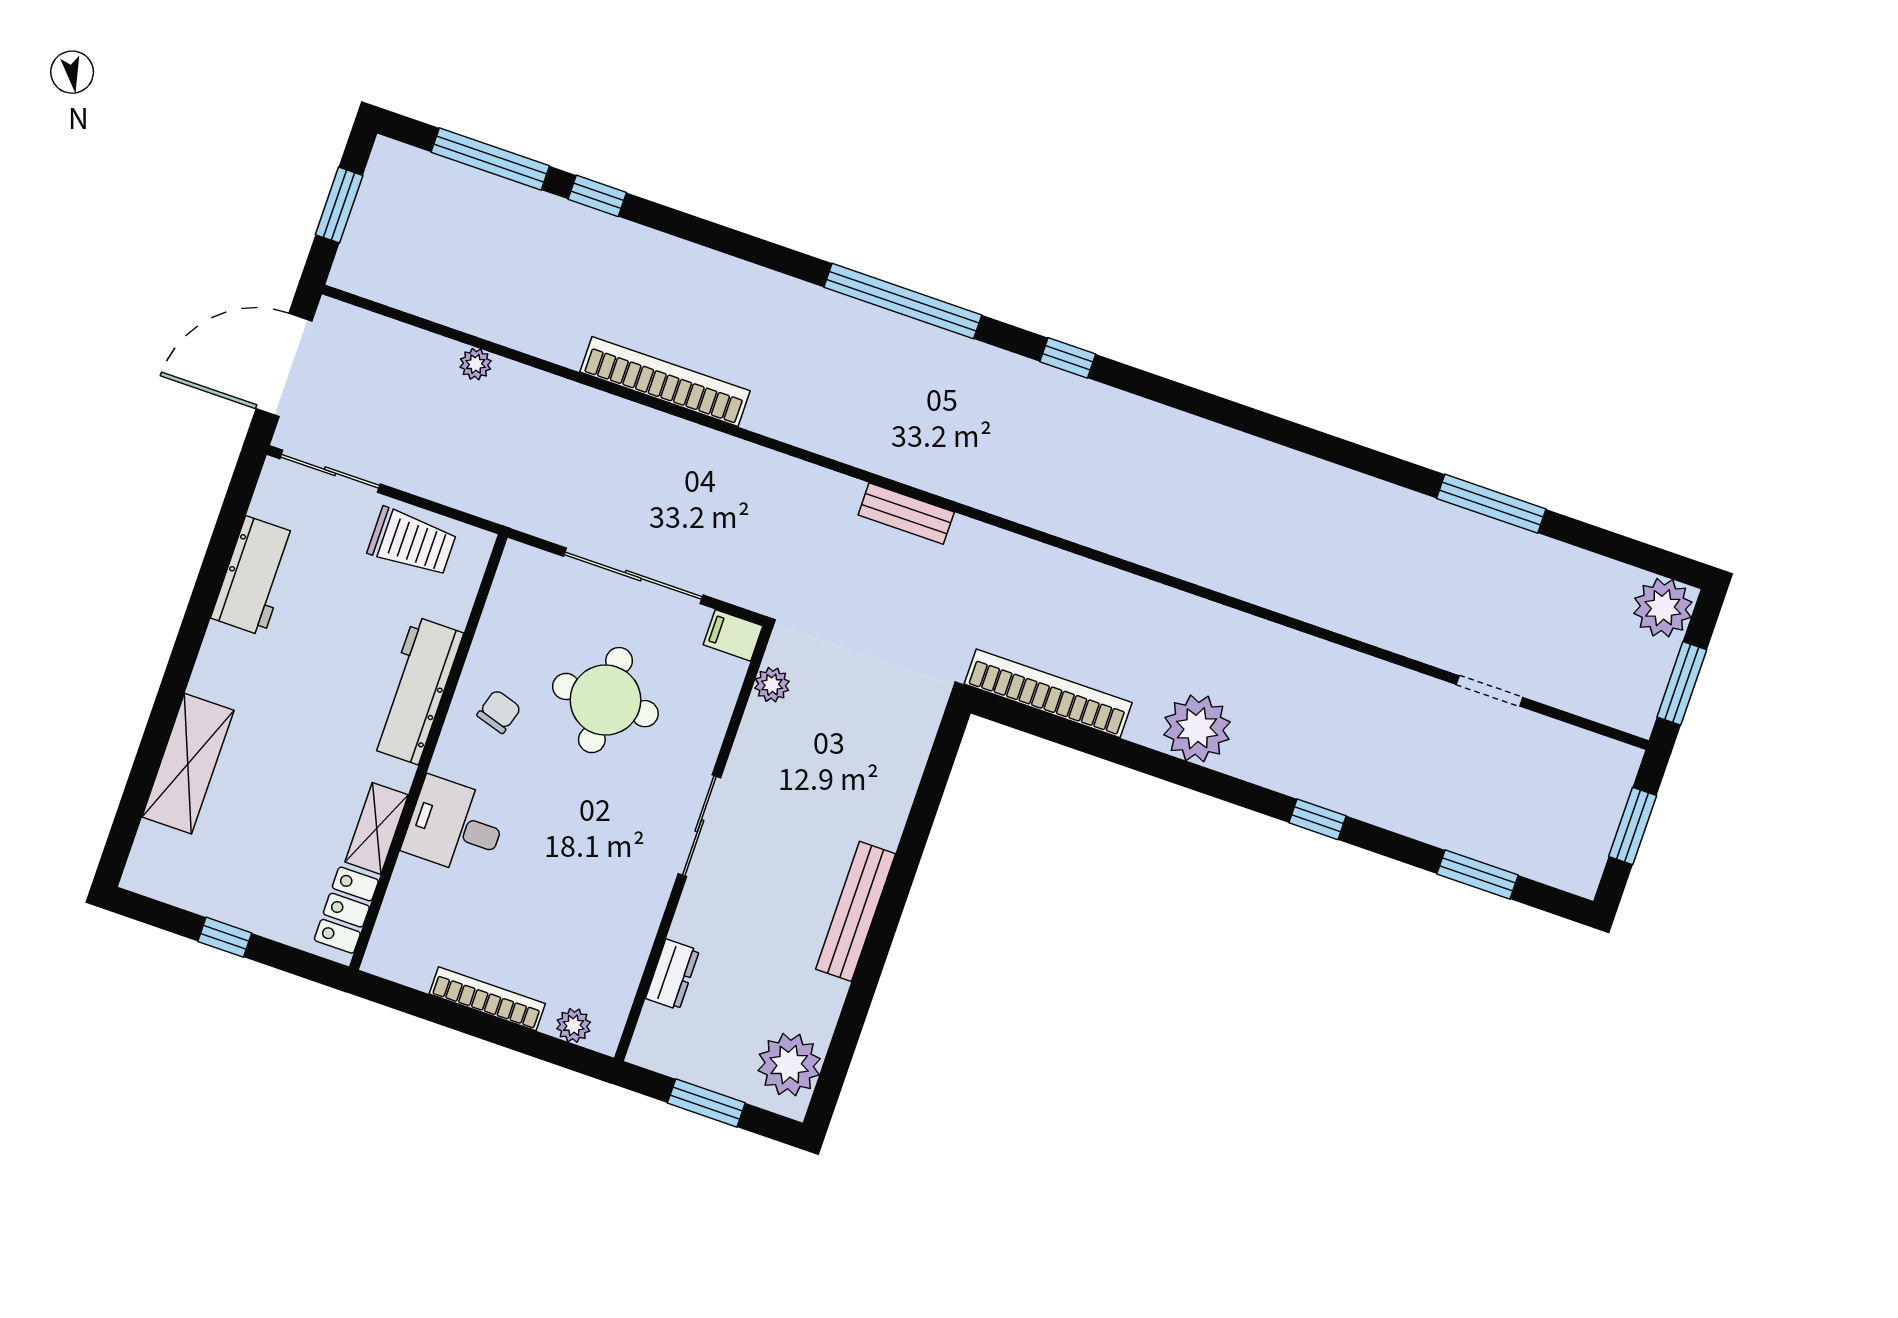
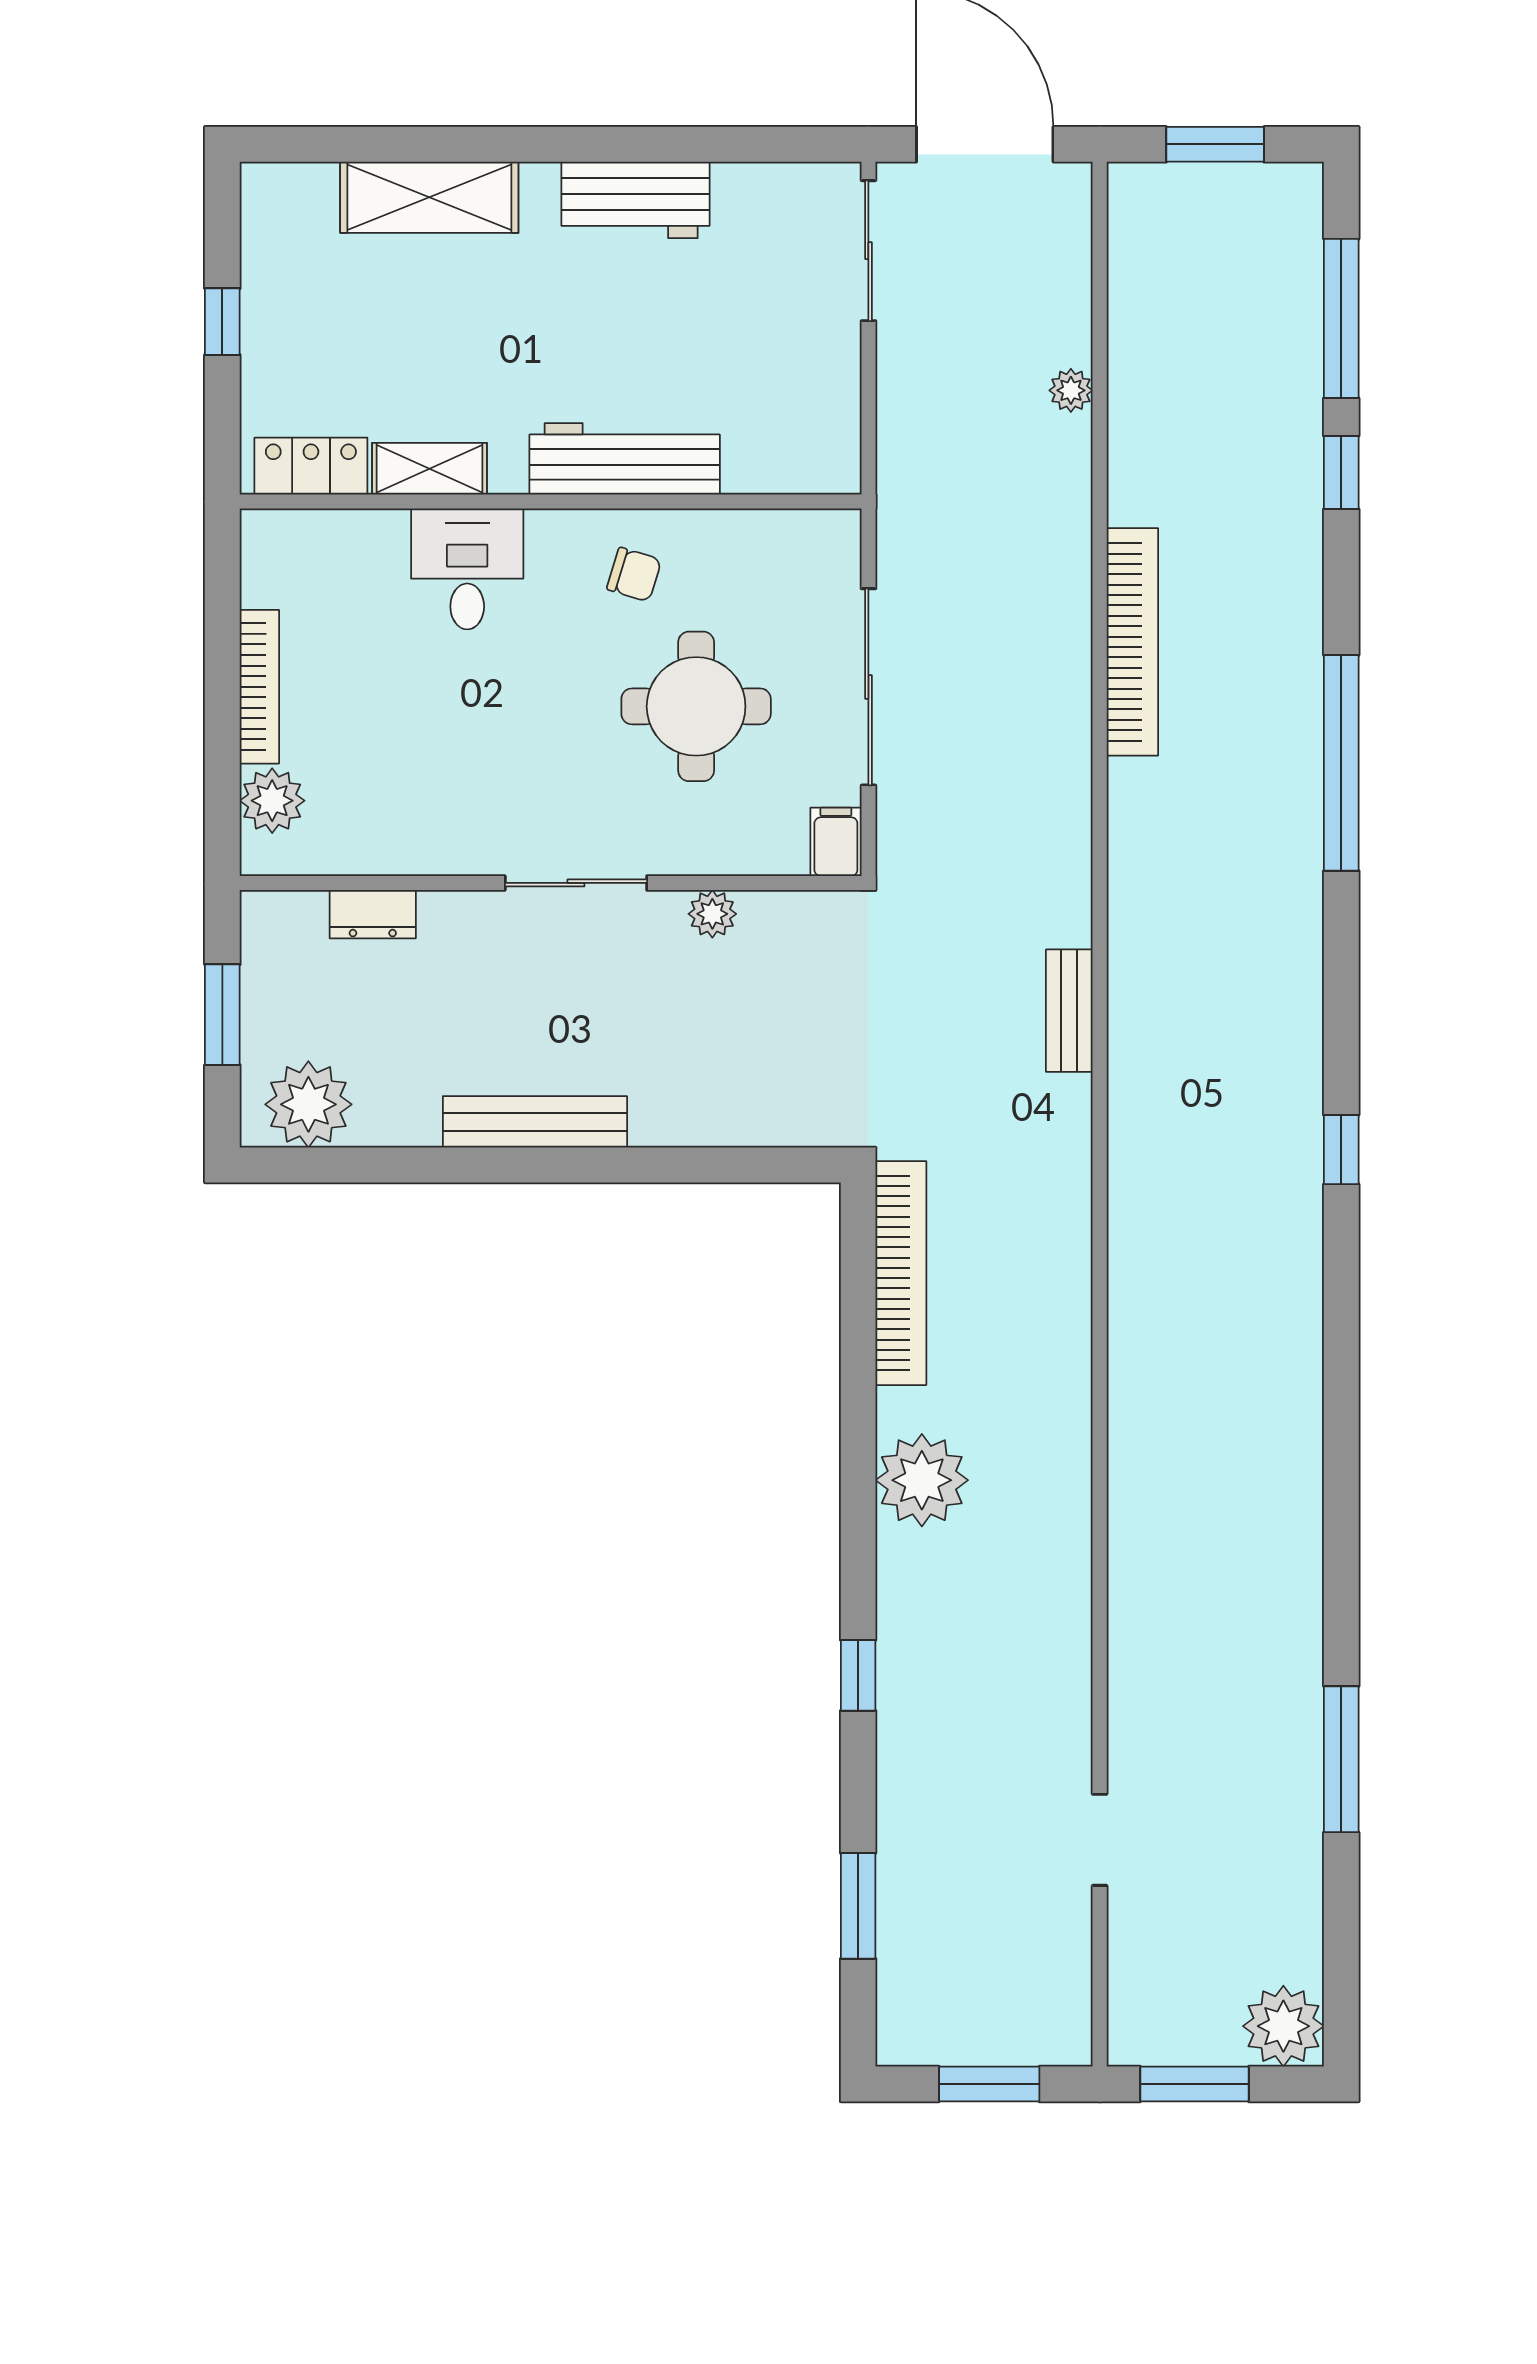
window: (903, 301) -> (1341, 763), moved
trolley: (412, 542) -> (814, 387), removed
workbench: (255, 576) -> (635, 200), moved
plant: (772, 685) -> (712, 914), moved
plant: (574, 1025) -> (272, 801), width x1.38, depth x1.38

